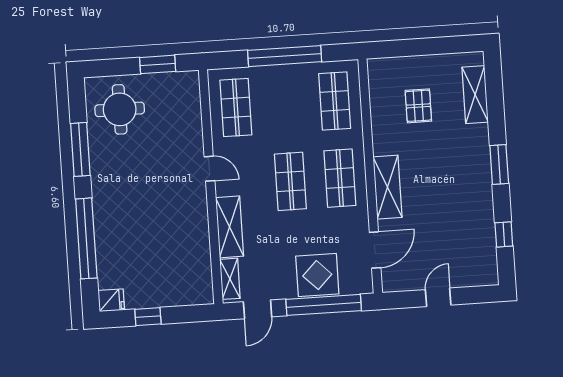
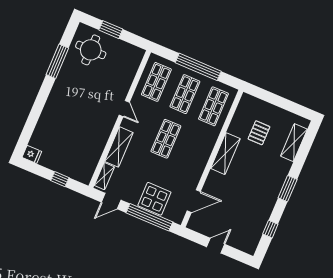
window: (158, 64) -> (111, 30), moved
shop shelf: (340, 178) -> (185, 94), moved
shelving: (387, 187) -> (225, 154), moved
window: (86, 238) -> (35, 113), removed
window: (148, 317) -> (60, 179), moved

